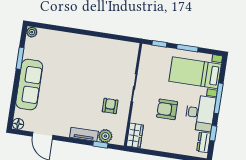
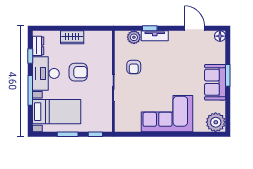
plant: (32, 32) -> (216, 122), width x1.88, depth x1.88
corner sofa: (84, 54) -> (167, 114), added
window: (20, 58) -> (228, 75), moved
sofa: (29, 85) -> (215, 82), width x0.73
wardrobe: (135, 136) -> (72, 37), moved, turned -90
window: (100, 145) -> (150, 28), moved

